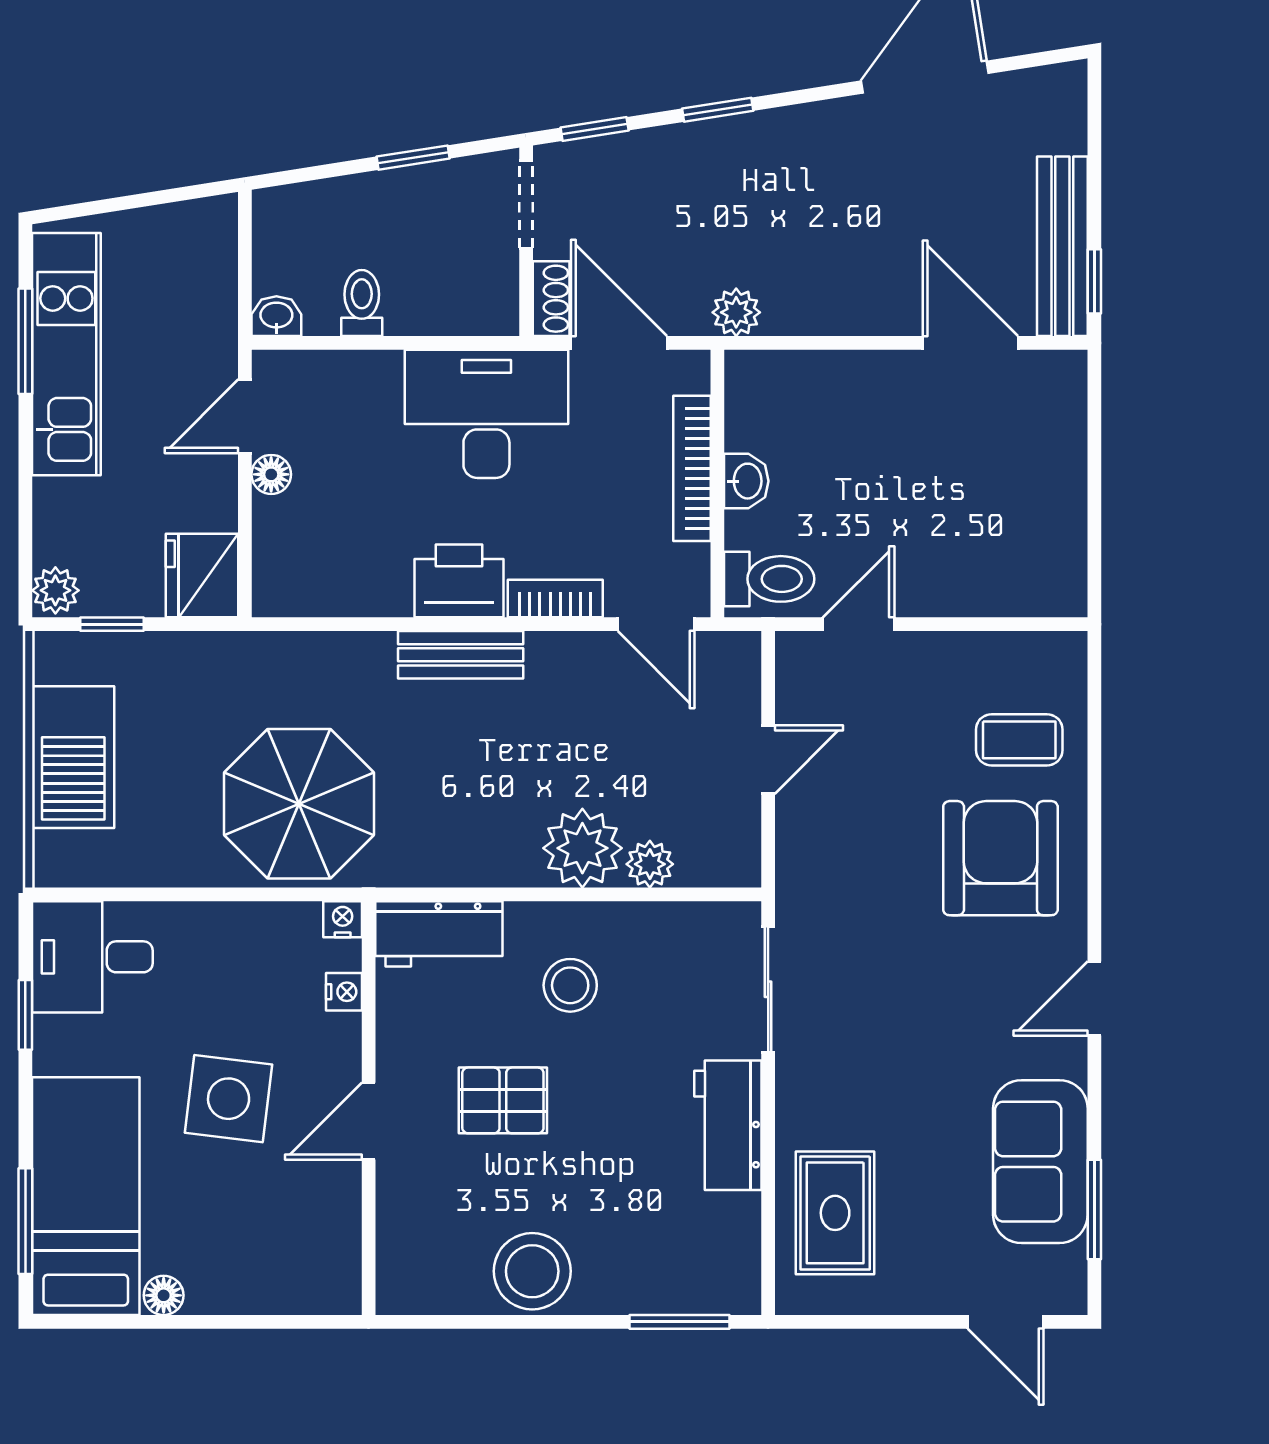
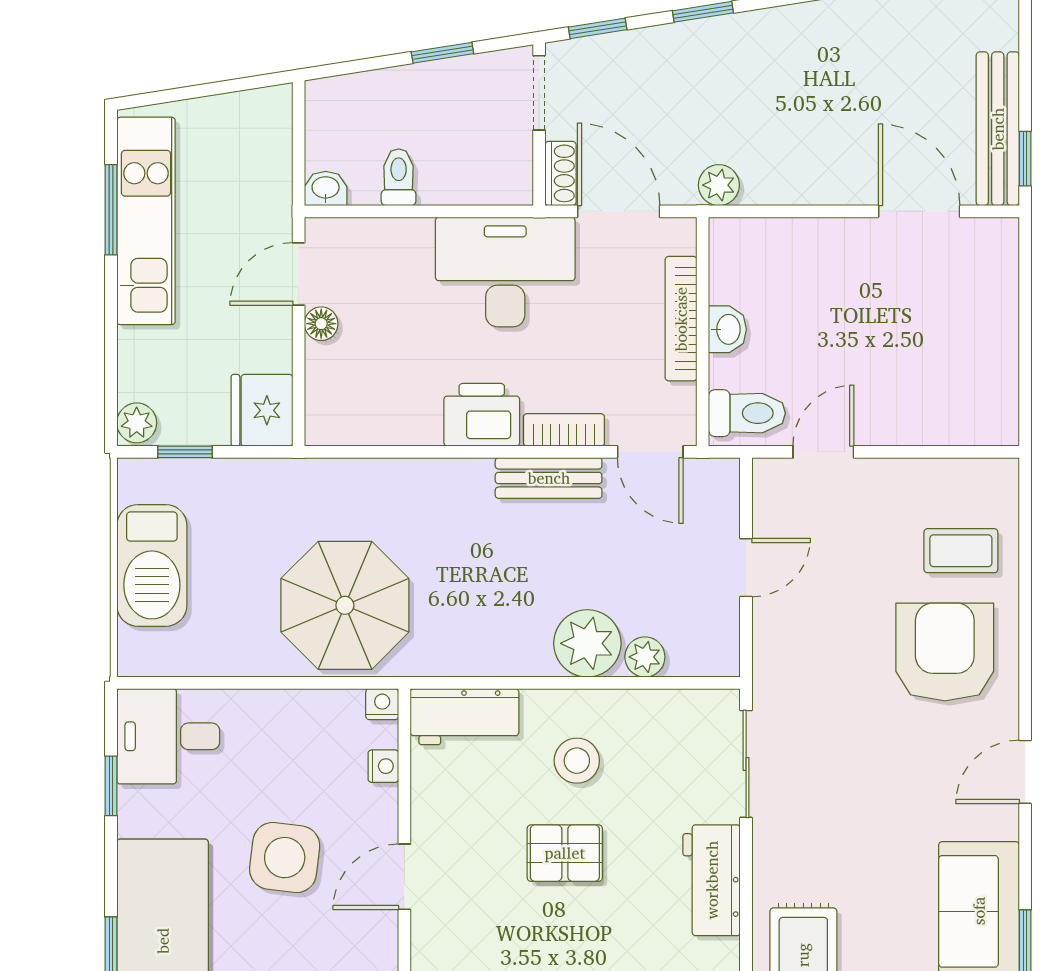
bench: (461, 655) -> (549, 478), moved
pallet: (503, 1100) -> (565, 853), moved

